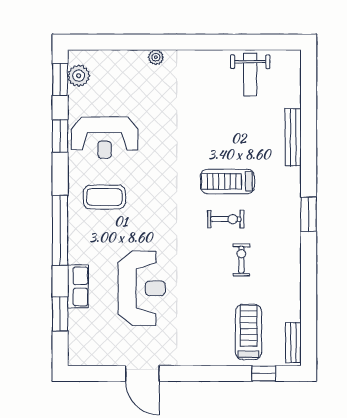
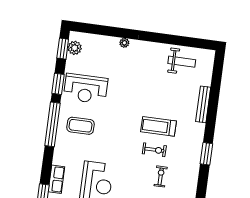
weight bench: (250, 75) -> (182, 62), turned -90
window: (60, 230) -> (52, 124), moved

